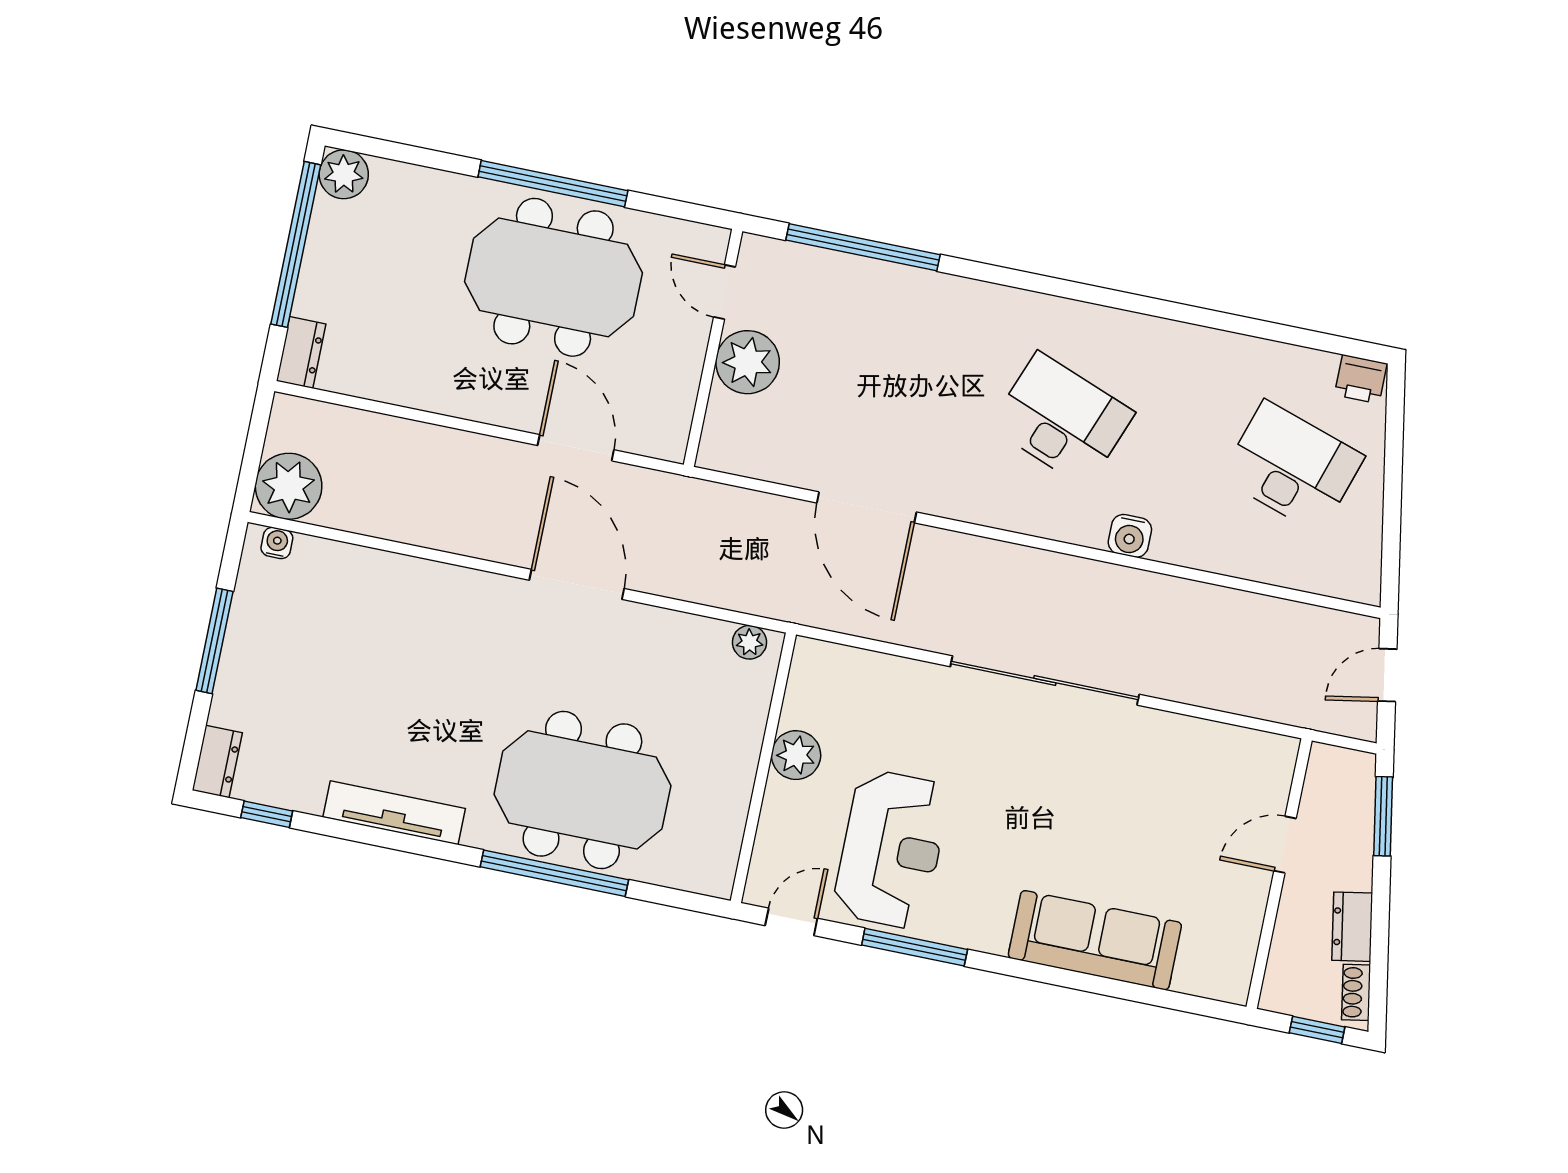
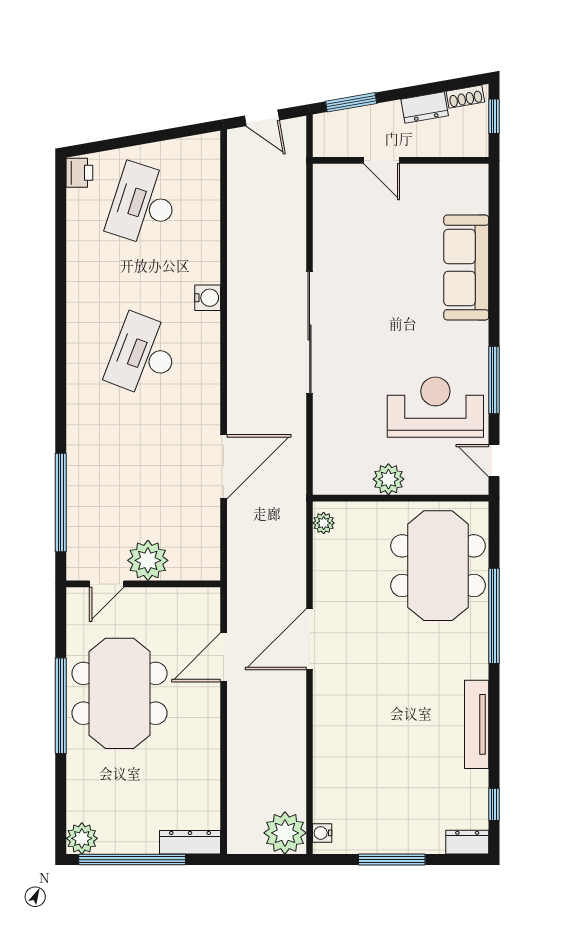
dresser: (301, 352) -> (190, 842), width x1.44
meeting table: (582, 790) -> (438, 566), moved

